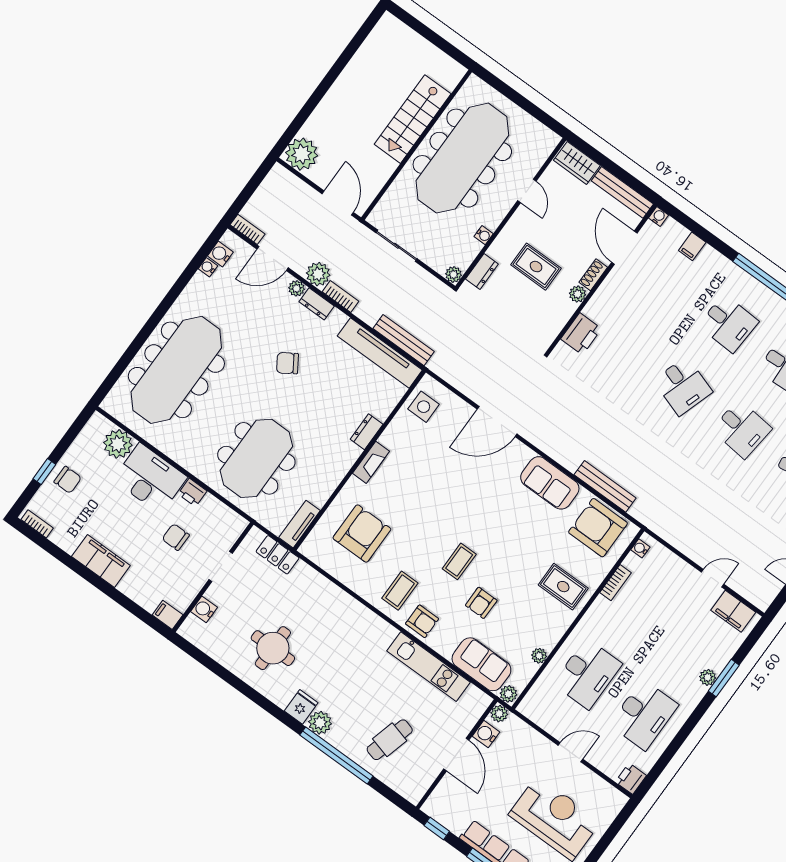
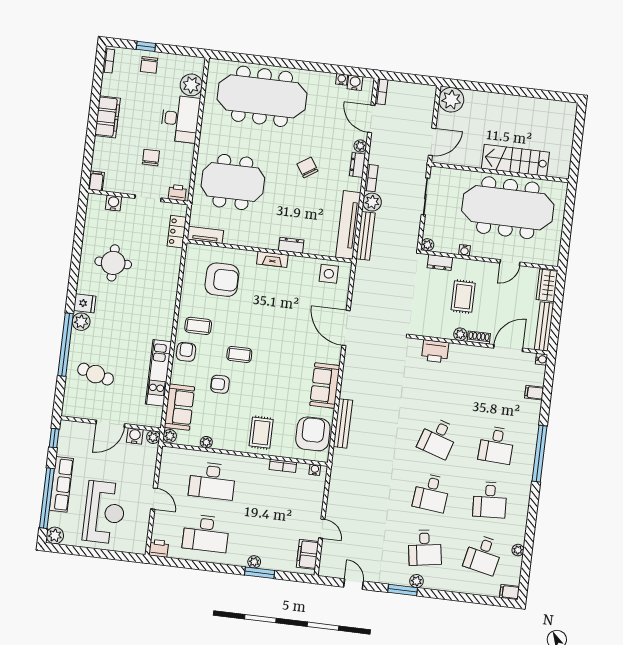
plant: (318, 274) -> (372, 202), moved
printer: (192, 492) -> (177, 193), moved, turned 90
armchair: (422, 621) -> (186, 352), turned 180

